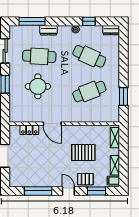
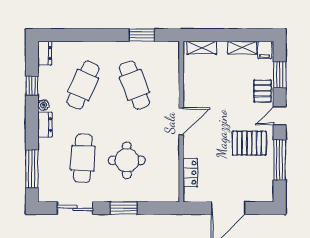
dresser: (48, 30) -> (45, 125), moved
door: (52, 124) -> (181, 121), moved
pallet: (83, 153) -> (249, 143), moved, turned 90

